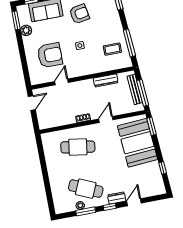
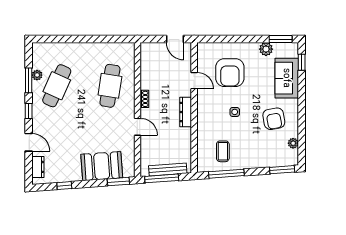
dresser: (106, 80) -> (186, 112), moved
booth: (138, 143) -> (102, 166), width x0.73, depth x0.70
dresser: (117, 198) -> (38, 167), moved

